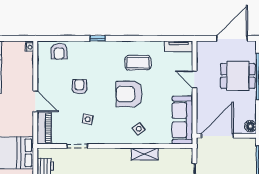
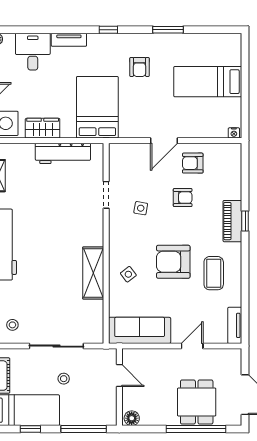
armchair: (59, 51) -> (193, 163), moved
armchair: (129, 94) -> (173, 262), turned -90
piano: (44, 128) -> (232, 221), moved, turned 90
door: (217, 136) -> (119, 375), width x0.53
shelving: (145, 154) -> (93, 273), width x1.50, depth x1.33

